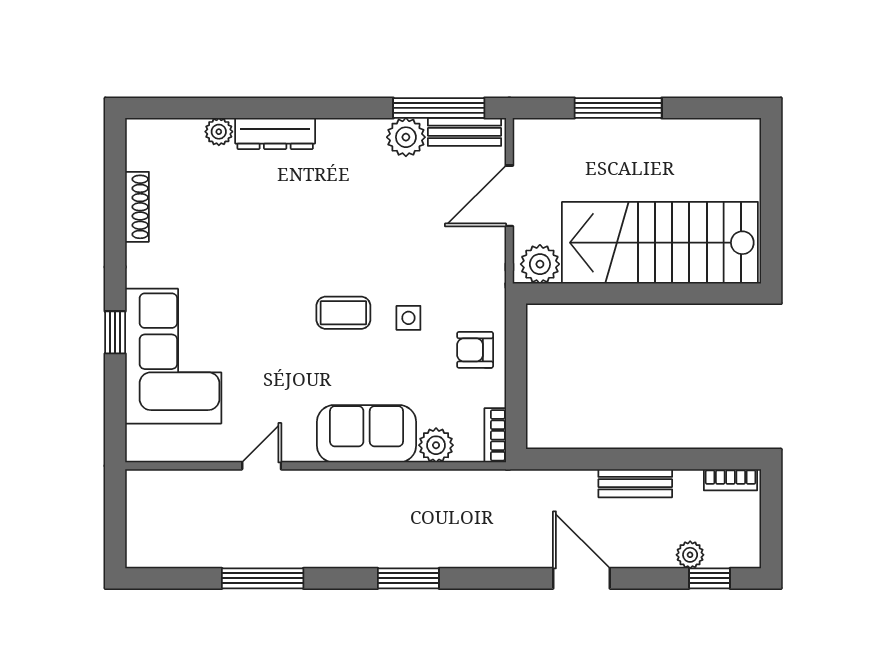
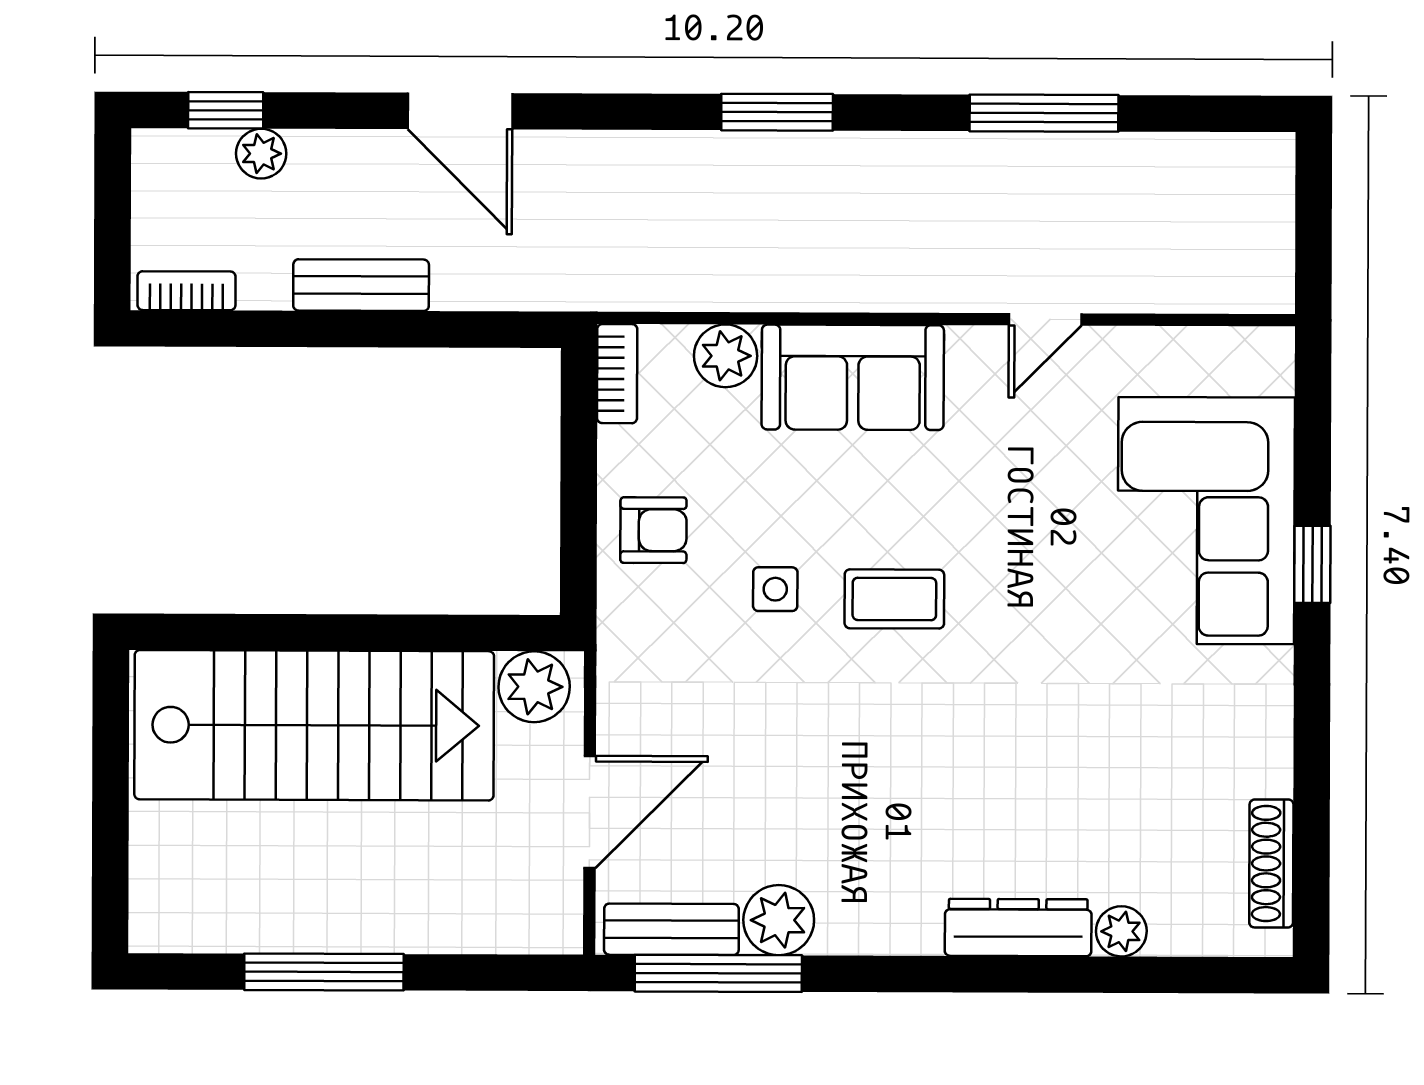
window: (618, 108) -> (324, 972), moved
shoe rack: (137, 207) -> (1271, 863), moved

